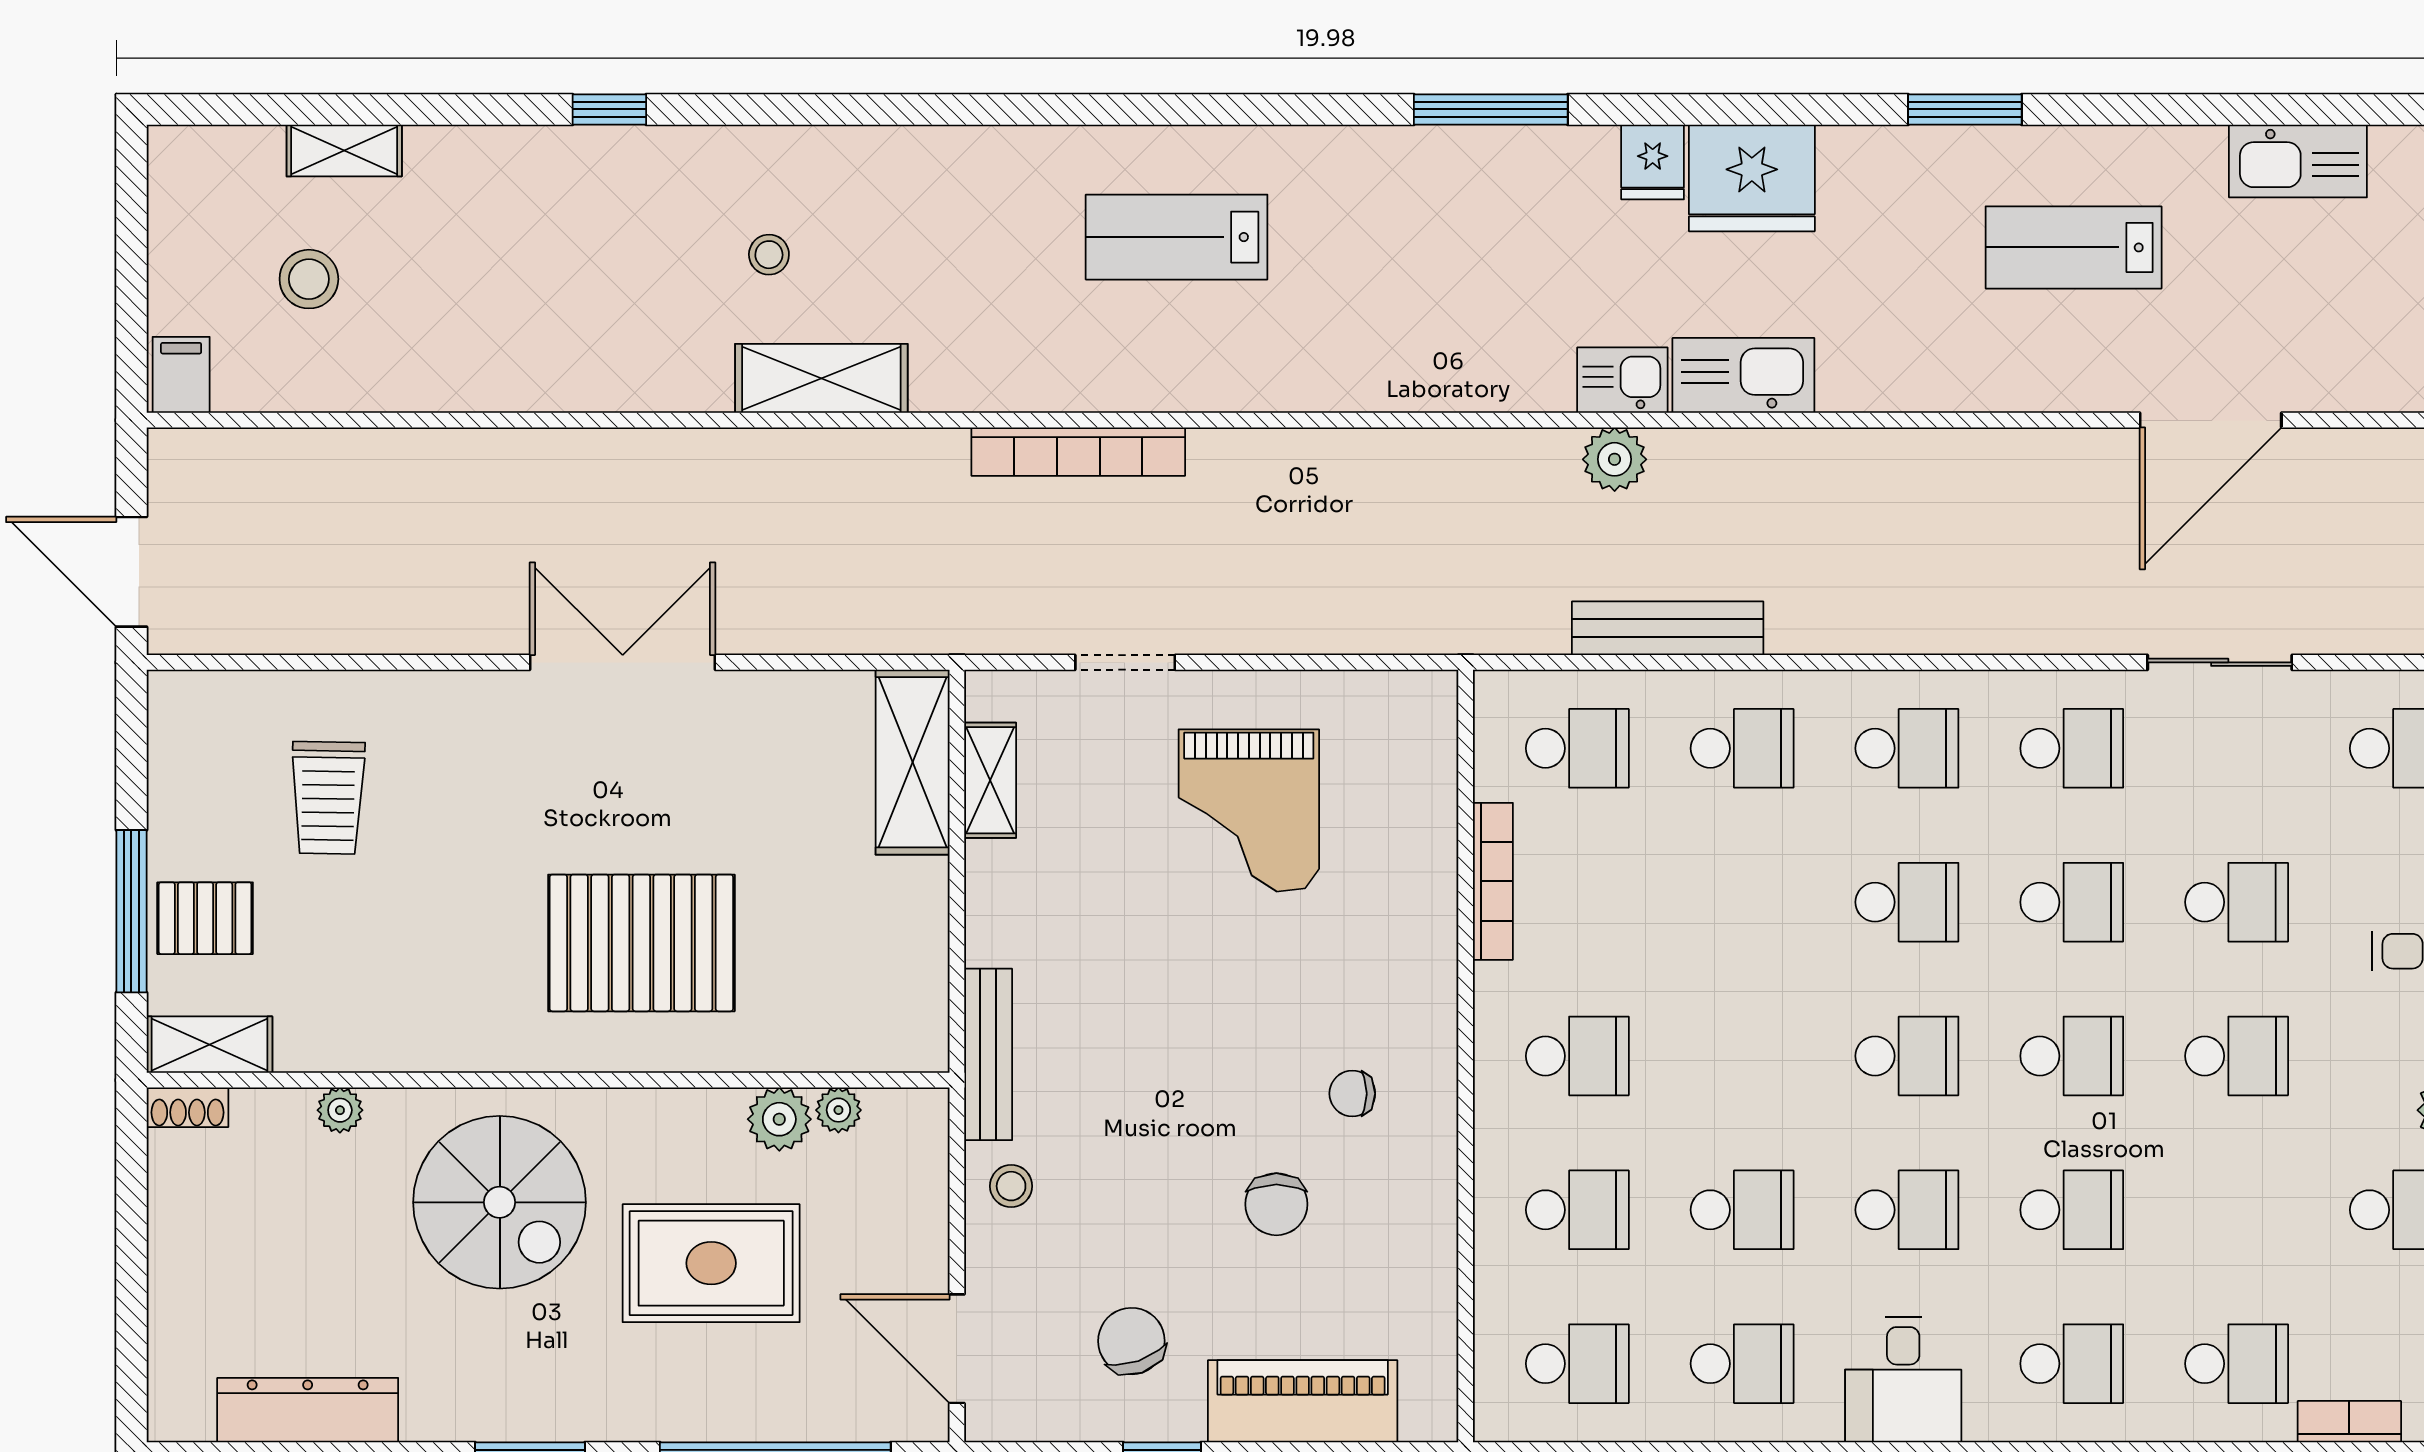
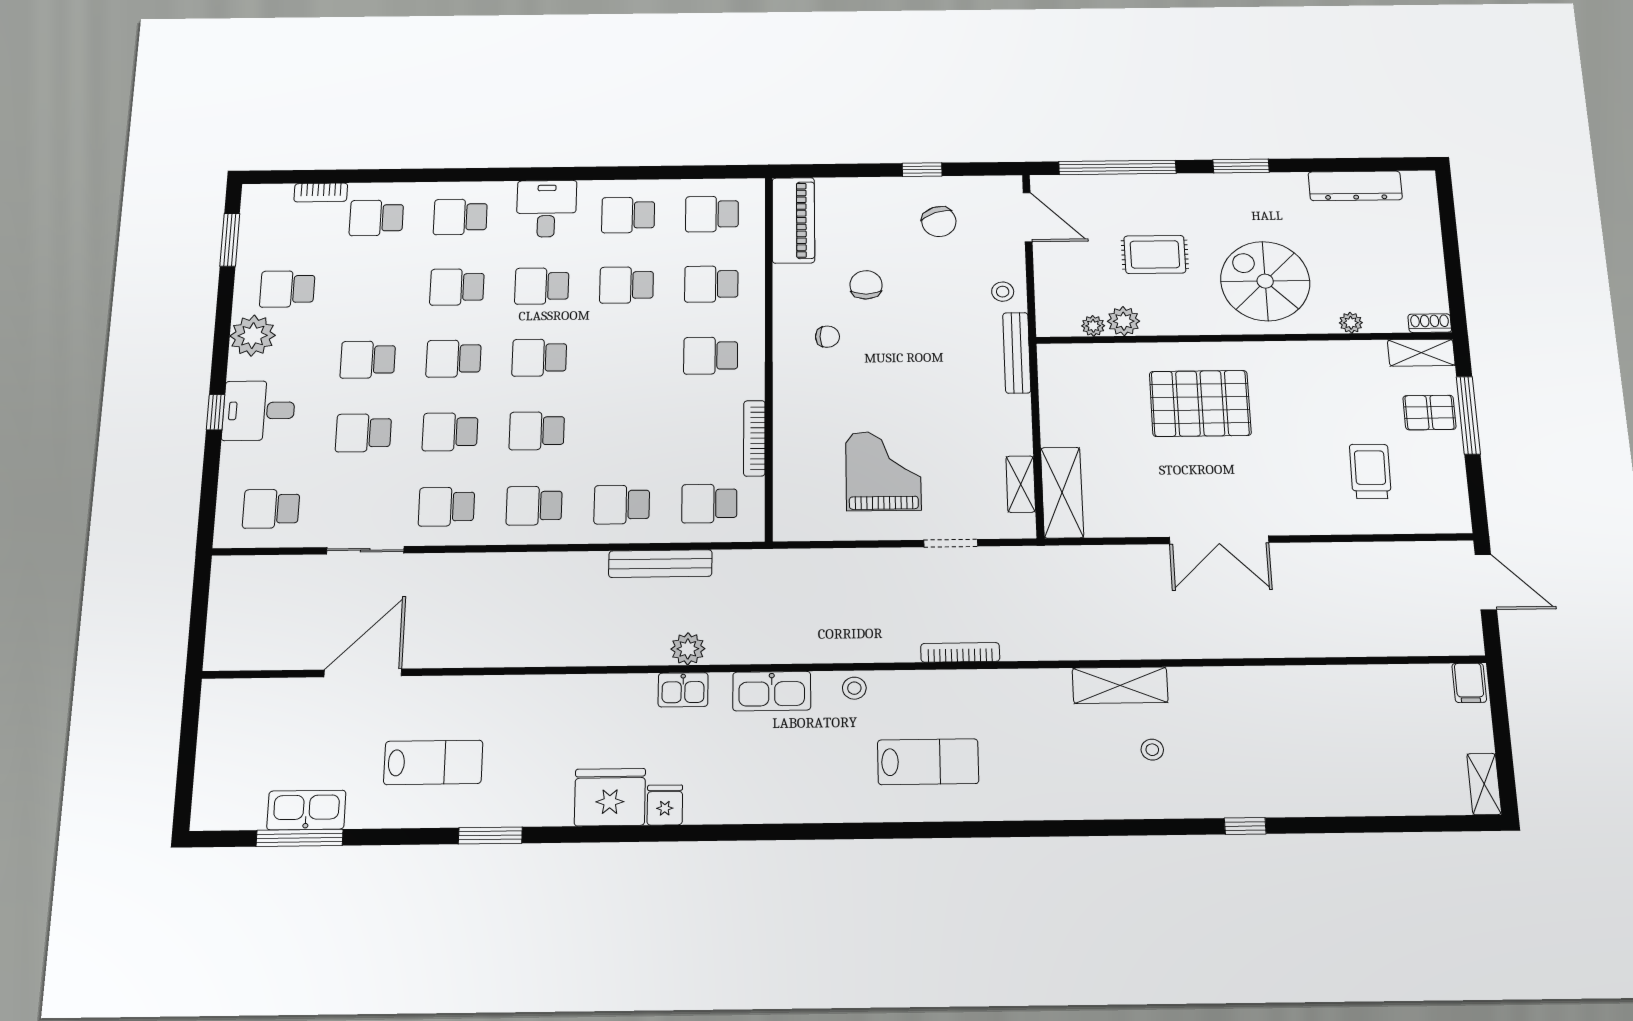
window: (1491, 109) -> (300, 838), moved
shelving: (344, 151) -> (1484, 784), moved, turned 90
stool: (309, 279) -> (854, 688), moved, width x0.73, depth x0.73
kitchen sink: (1743, 375) -> (772, 691), moved
bookcase: (1078, 452) -> (960, 652), width x0.68, depth x0.76
rug: (711, 1263) -> (1155, 254), width x0.73, depth x0.70
piano: (1303, 1401) -> (793, 220), moved, turned -90

